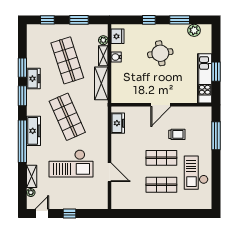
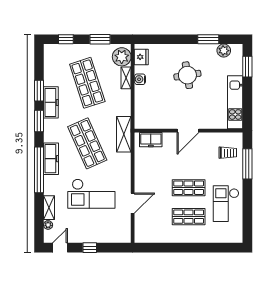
window: (149, 20) -> (175, 39), removed
plant: (103, 40) -> (122, 57), width x1.87, depth x1.87
window: (216, 72) -> (247, 67), moved
freezer: (33, 79) -> (51, 102), width x1.40
shelving: (101, 83) -> (124, 134), moved
freezer: (118, 123) -> (151, 140), moved, turned 90
trolley: (177, 134) -> (228, 153), moved
door: (109, 172) -> (133, 203), hinge flipped

